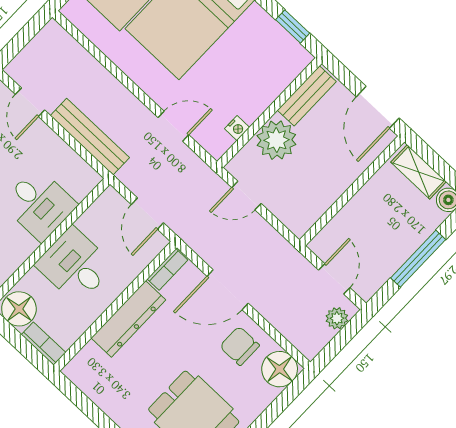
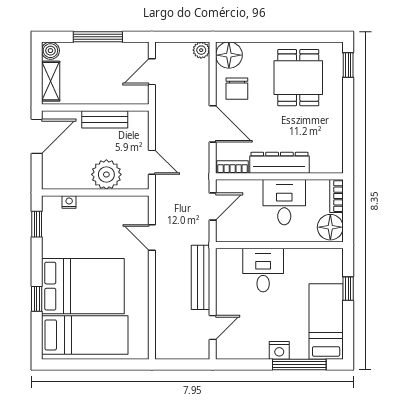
bench: (307, 96) -> (105, 119), moved
nightstand: (237, 128) -> (69, 202), moved
desk: (75, 265) -> (284, 202), moved, turned 180
plant: (337, 318) -> (201, 50), moved

